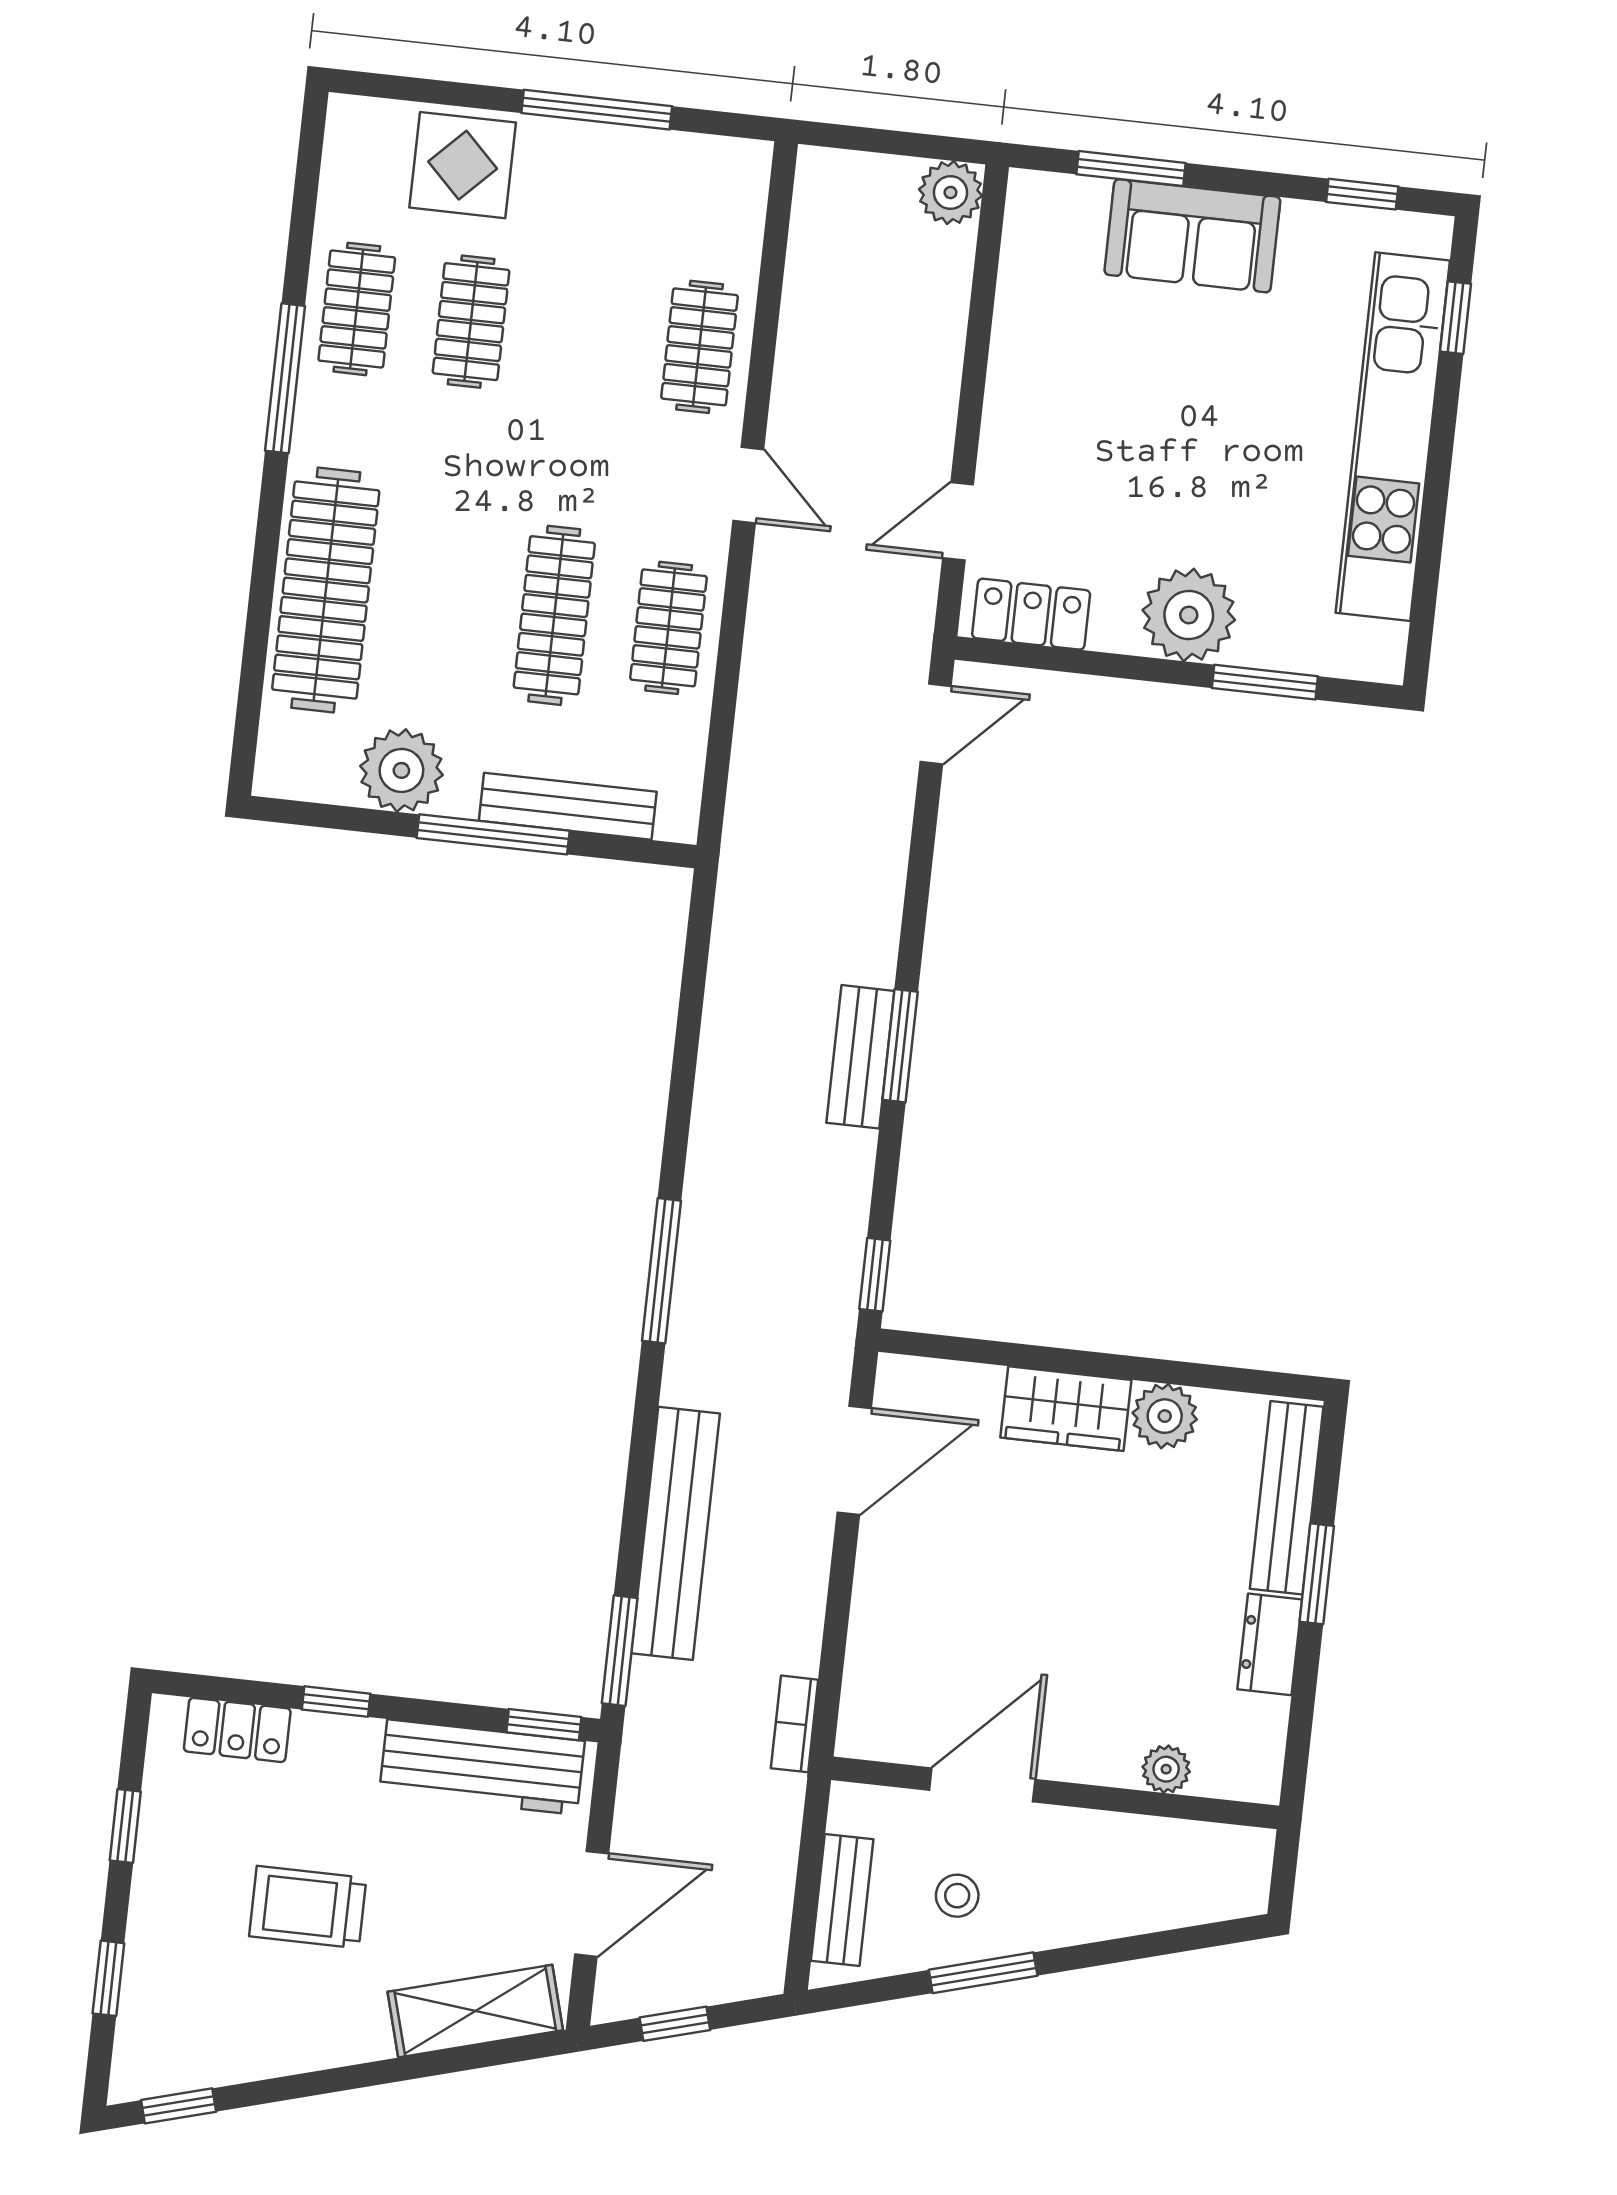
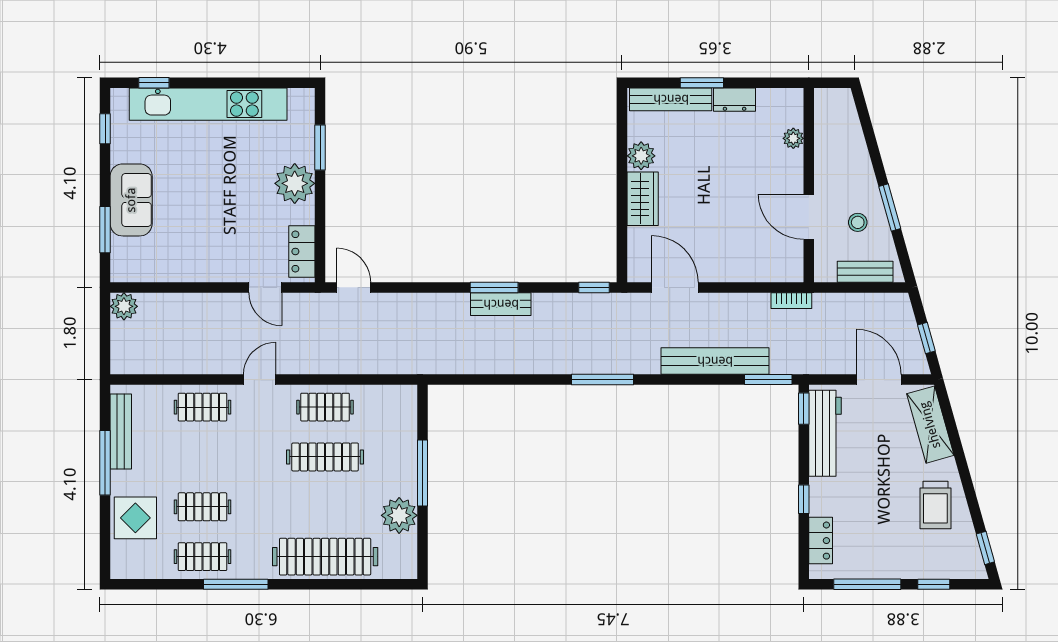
bench: (568, 806) -> (121, 431), moved
window: (125, 1826) -> (867, 584), width x2.17
trolley: (308, 1907) -> (935, 505), moved

